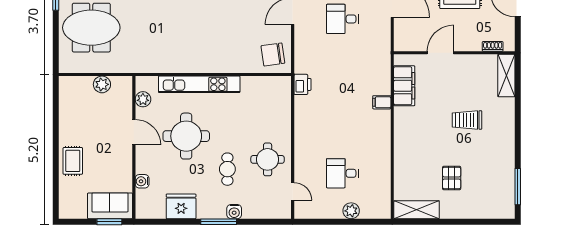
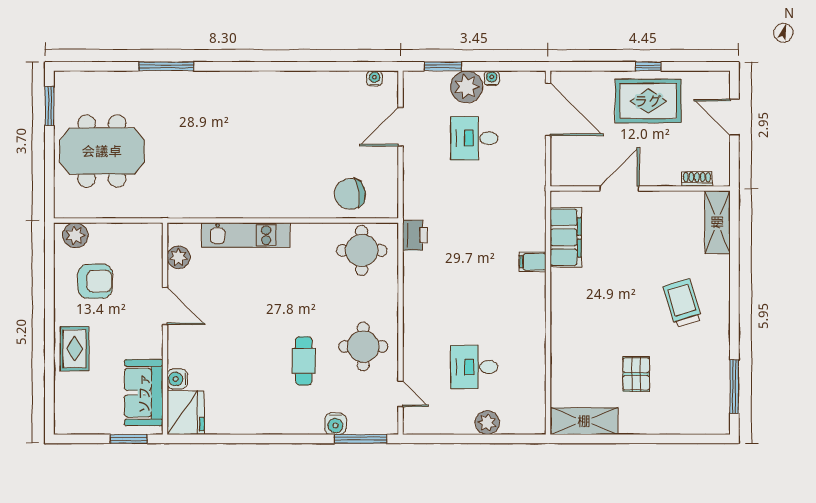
chair: (273, 54) -> (350, 194), moved
plant: (102, 84) -> (75, 235), moved
kitchen unit: (199, 84) -> (246, 235), width x0.73
armchair: (87, 115) -> (95, 281), added
trolley: (467, 120) -> (682, 303), moved, turned 73
round table: (186, 136) -> (362, 250), moved, width x0.73, depth x0.73
sofa: (110, 206) -> (144, 393), moved, turned -90
fridge: (181, 206) -> (186, 413), moved, turned 90
water cooler: (234, 212) -> (335, 424), moved
window: (219, 222) -> (361, 439), moved

